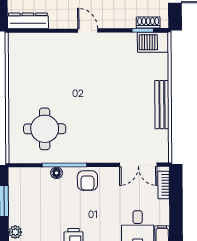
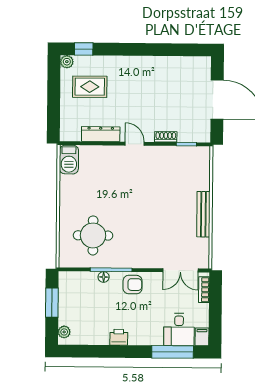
dresser: (28, 21) -> (101, 134), moved
shoe rack: (148, 22) -> (166, 137), moved
barbecue: (153, 42) -> (69, 160), moved, turned -90
armchair: (87, 181) -> (133, 285), turned -90

